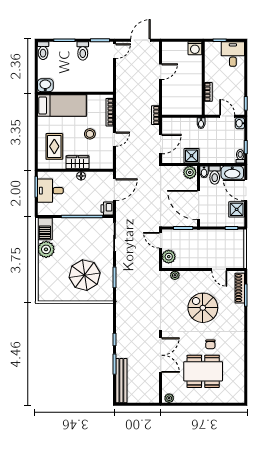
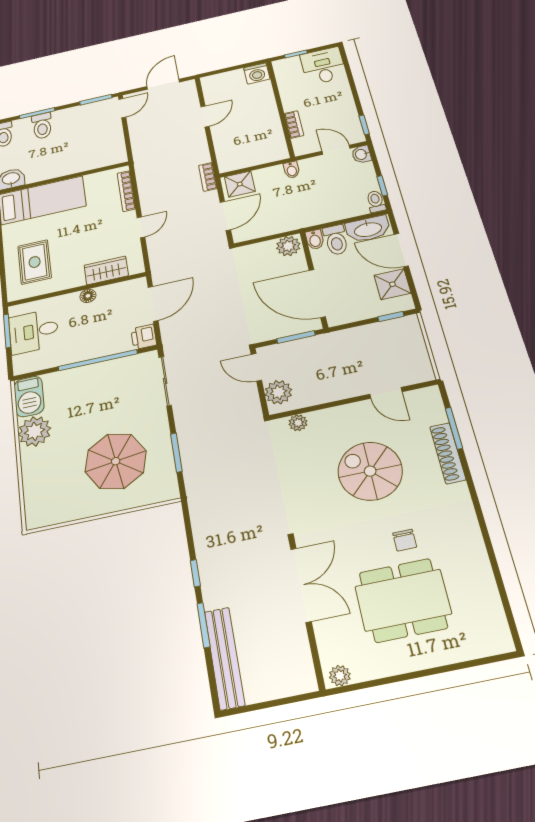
toilet: (83, 51) -> (42, 126), moved
stool: (90, 134) -> (96, 230), removed
shower: (192, 156) -> (240, 184), moved
wardrobe: (77, 162) -> (106, 270), moved
shoe rack: (240, 288) -> (448, 453), moved

